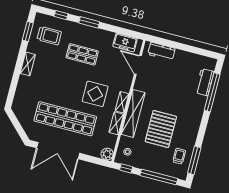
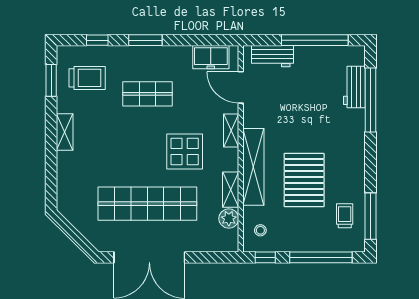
window: (189, 49) -> (315, 40), added
shelving: (122, 102) -> (231, 131), moved
plant: (107, 154) -> (229, 219), moved

